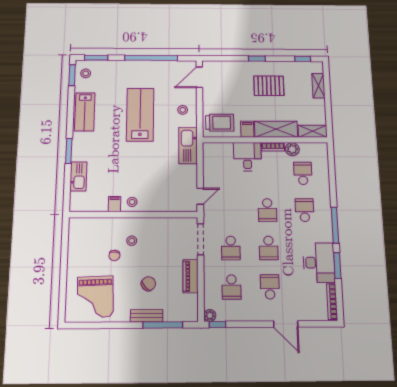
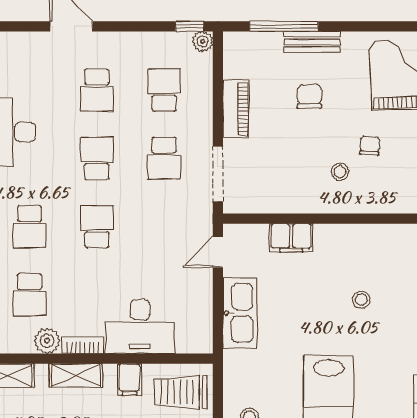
shelving: (276, 129) -> (76, 375), width x0.67, depth x0.75
kitchen sink: (188, 145) -> (240, 313), moved
desk: (247, 157) -> (140, 326), width x1.37
stool: (132, 202) -> (361, 300), moved
filing cabinet: (115, 204) -> (291, 238), moved, width x2.00
school desk: (231, 248) -> (164, 158), turned 180
chair: (148, 284) -> (309, 96), turned 133

